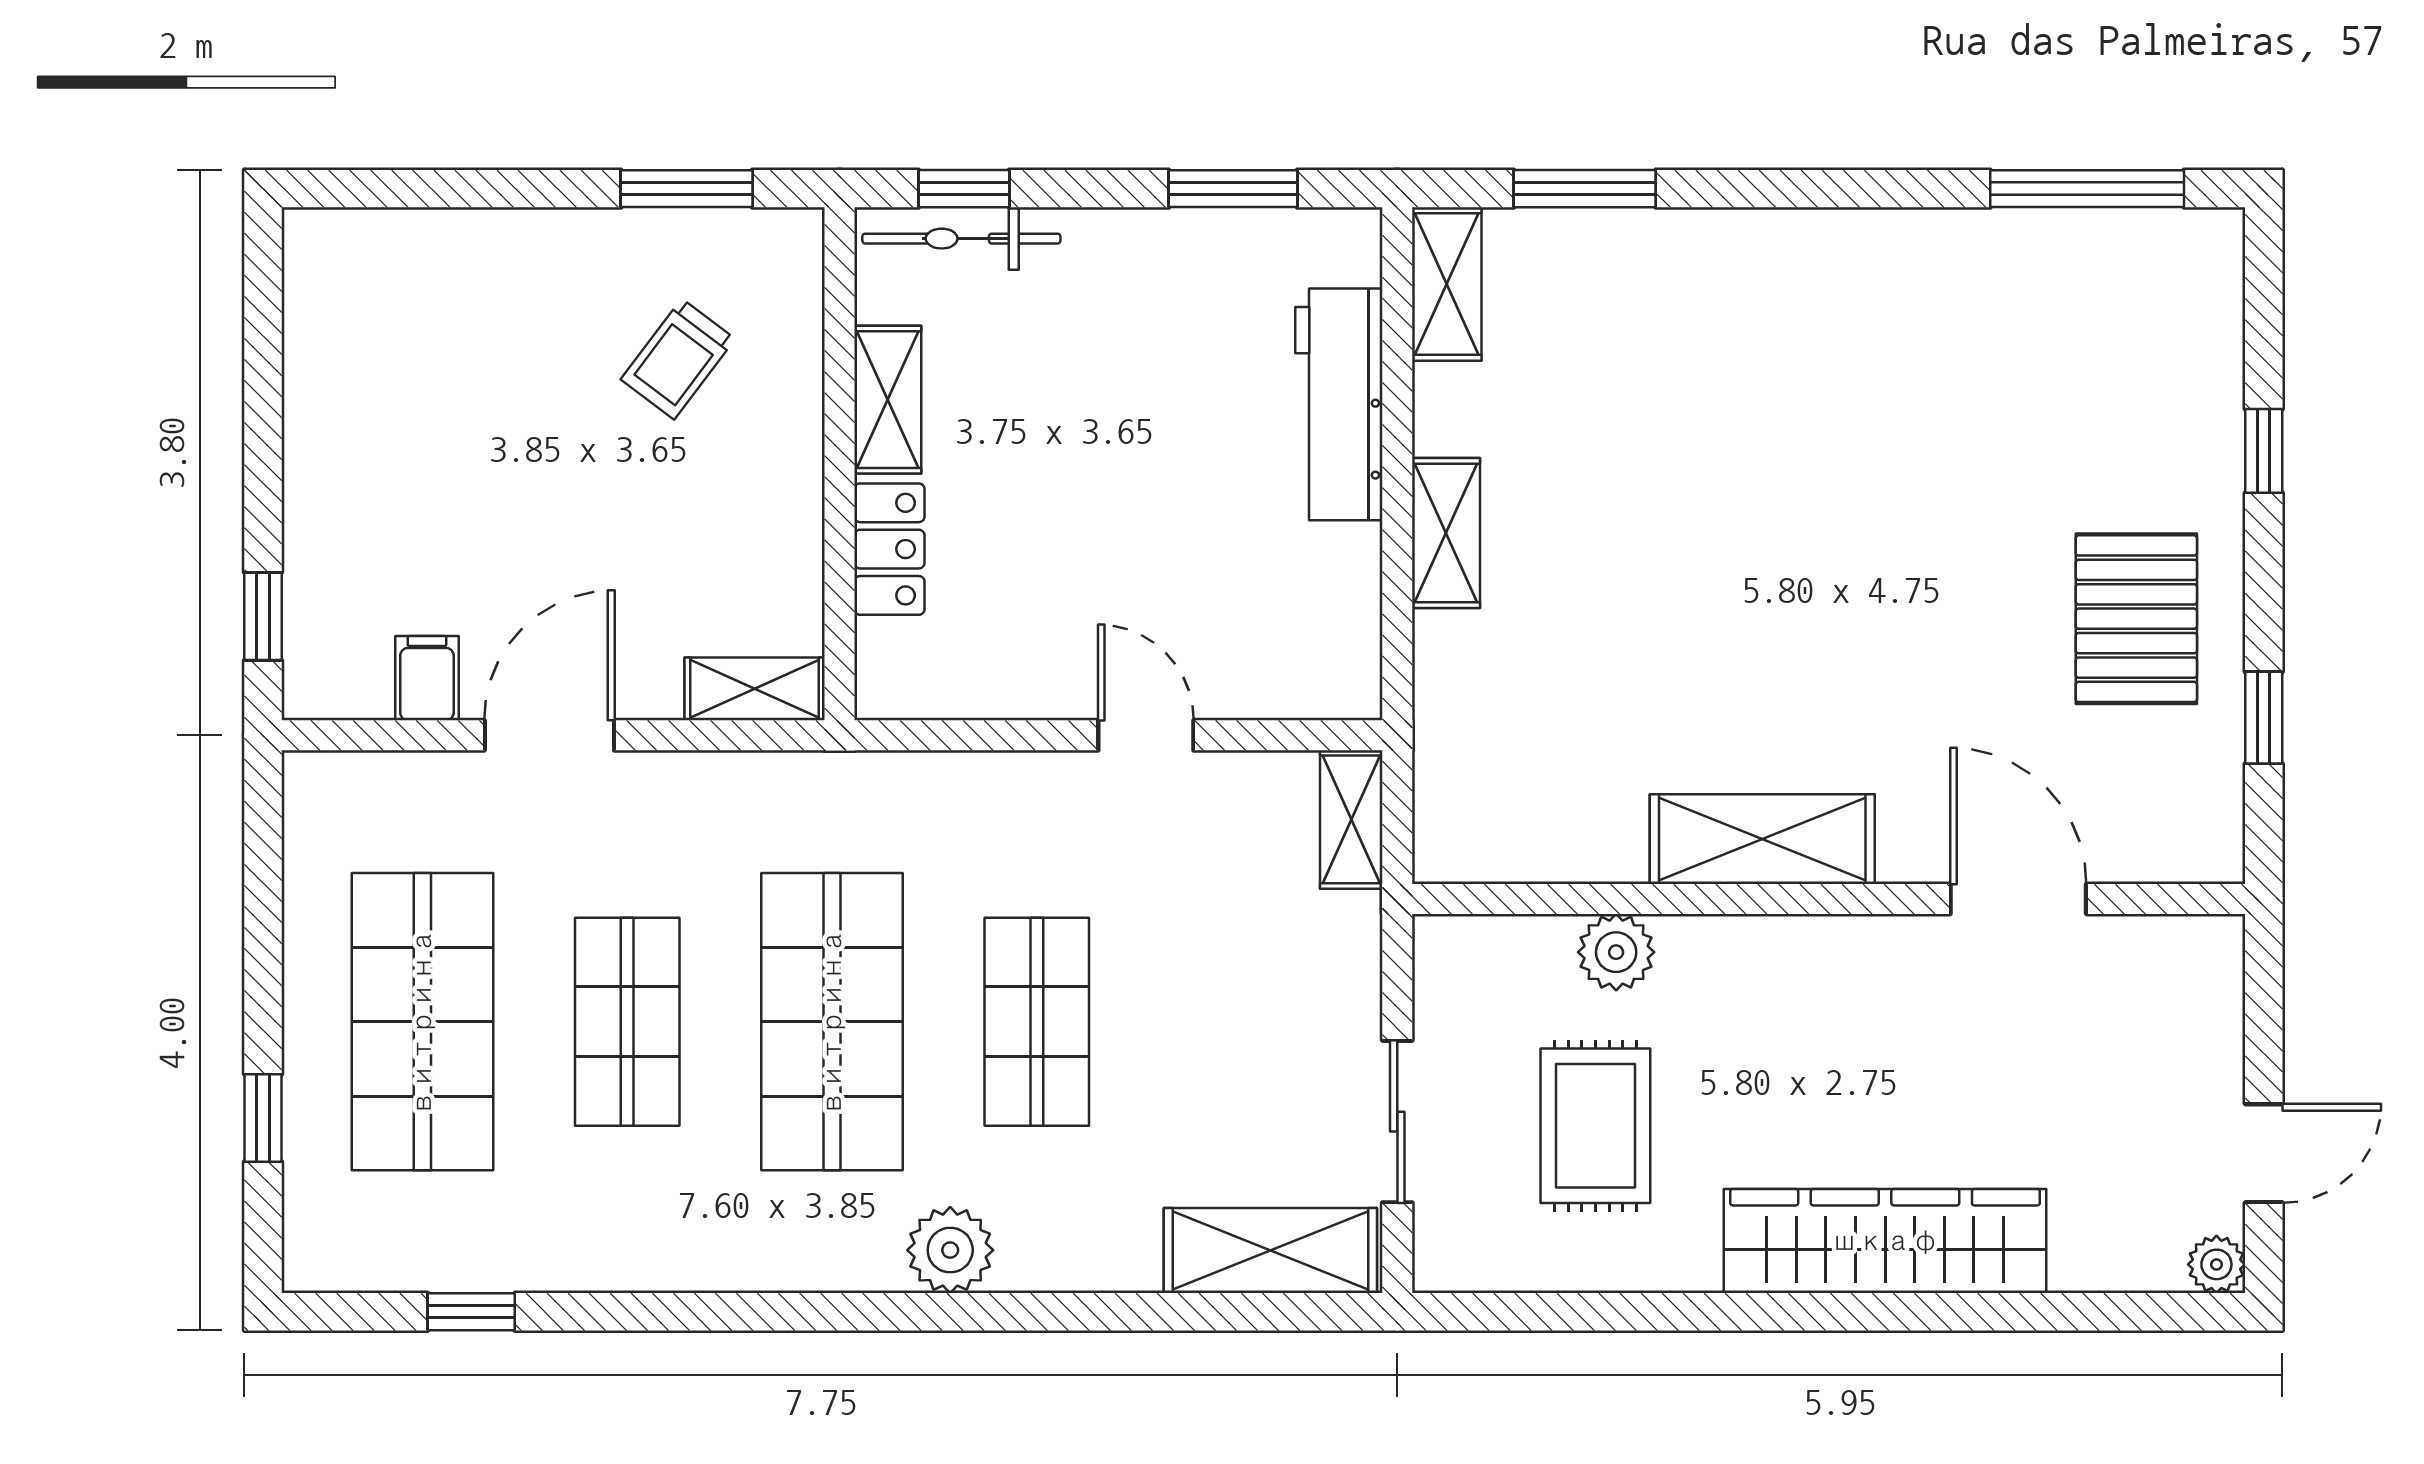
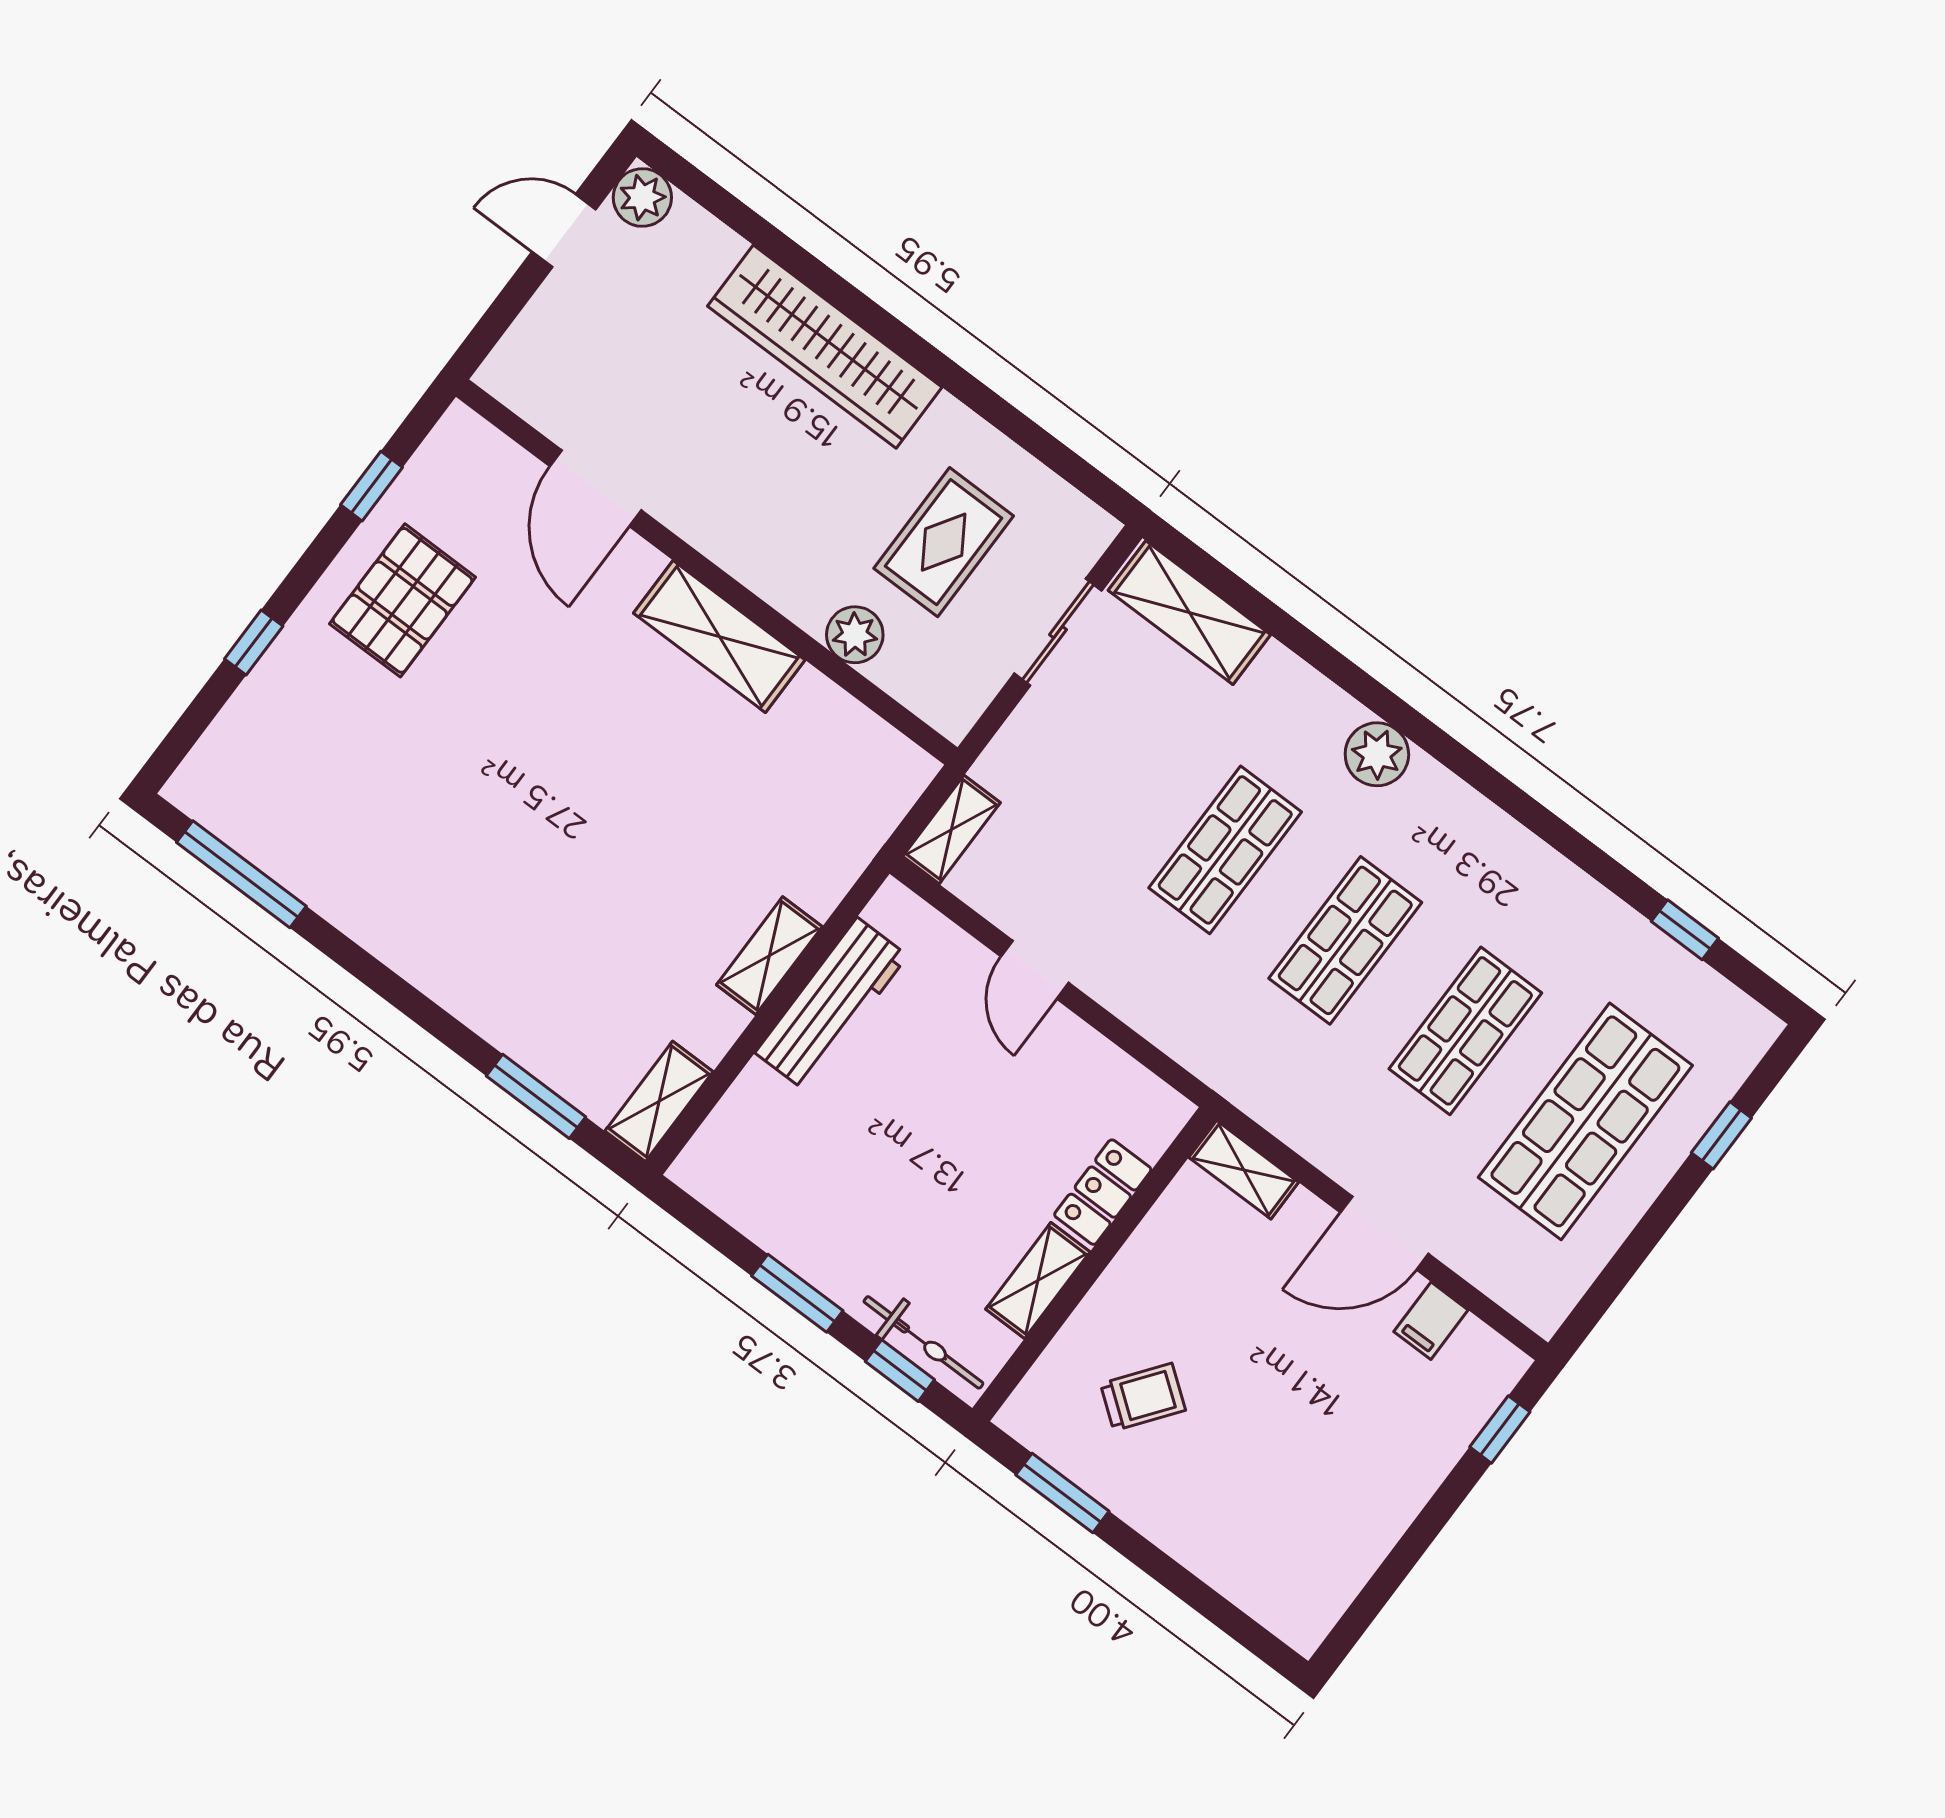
window: (1233, 189) -> (797, 1293), moved
workbench: (1339, 404) -> (831, 1004), moved
shop shelf: (832, 1022) -> (1345, 940), width x0.70, depth x0.74
plant: (2216, 1264) -> (642, 197), width x1.38, depth x1.38

